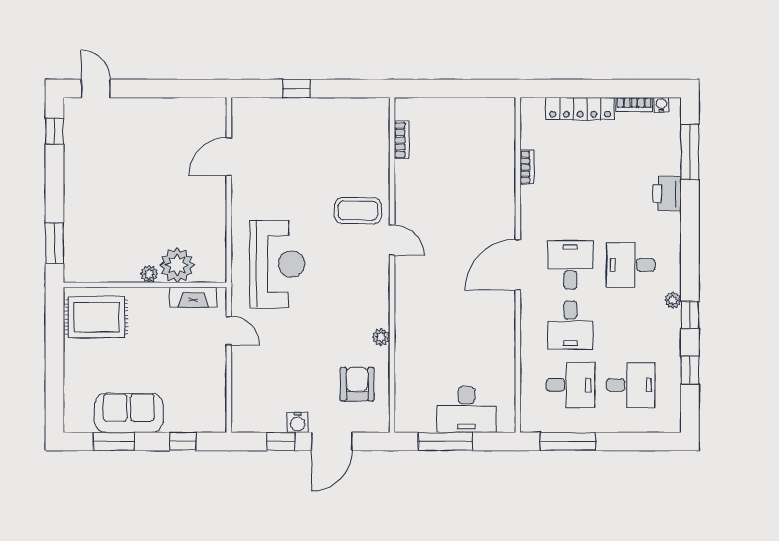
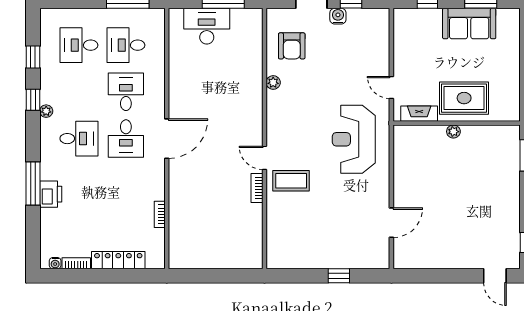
bookcase: (402, 140) -> (257, 188), moved
window: (690, 152) -> (33, 184), moved
plant: (177, 265) -> (432, 138), removed
rug: (97, 317) -> (464, 98), moved

